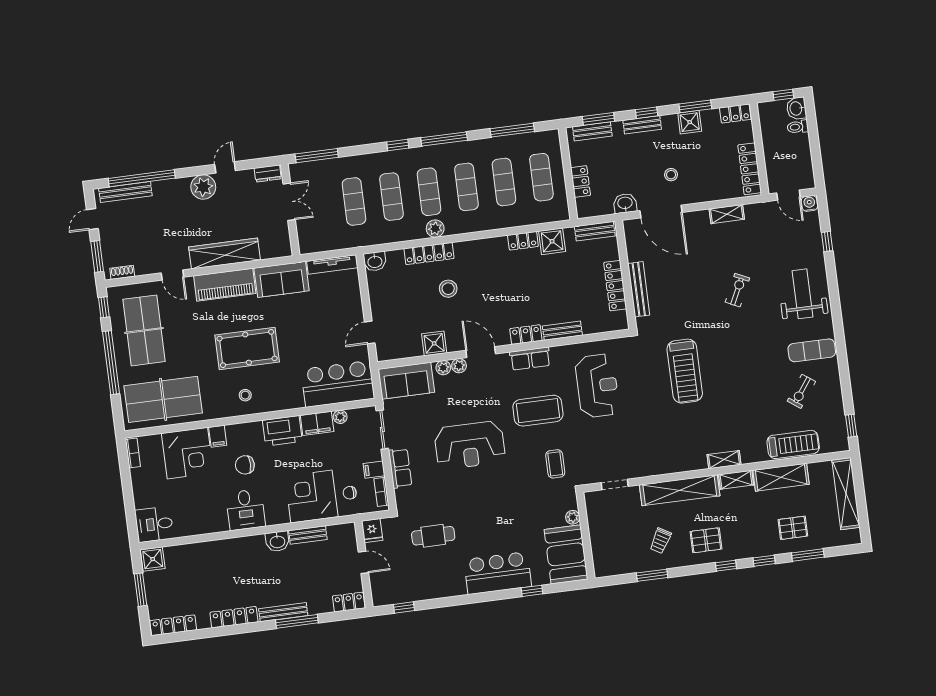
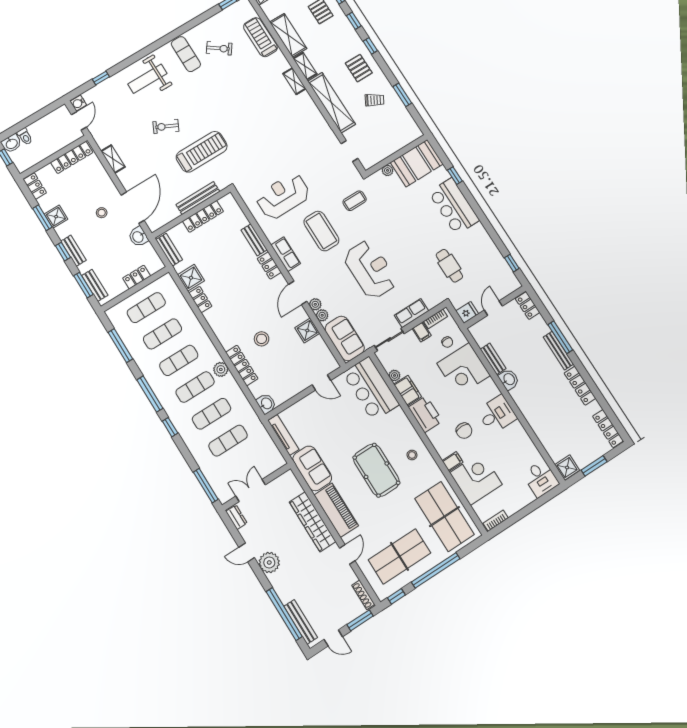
shoe rack: (122, 272) -> (363, 595), width x1.43
treadmill: (685, 371) -> (202, 152), moved

